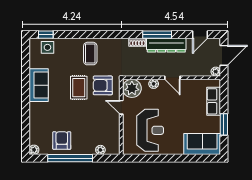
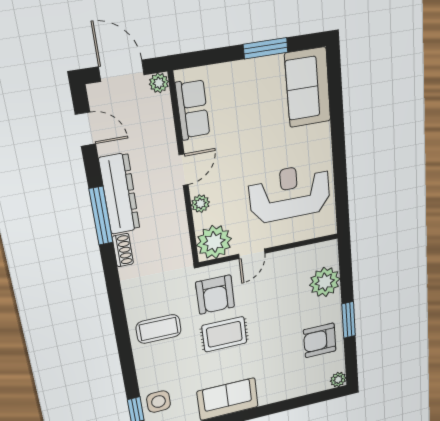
row of seats: (214, 101) -> (193, 109), moved, turned -90
plant: (100, 150) -> (325, 282), width x1.88, depth x1.88
window: (70, 158) -> (349, 320), width x0.47

